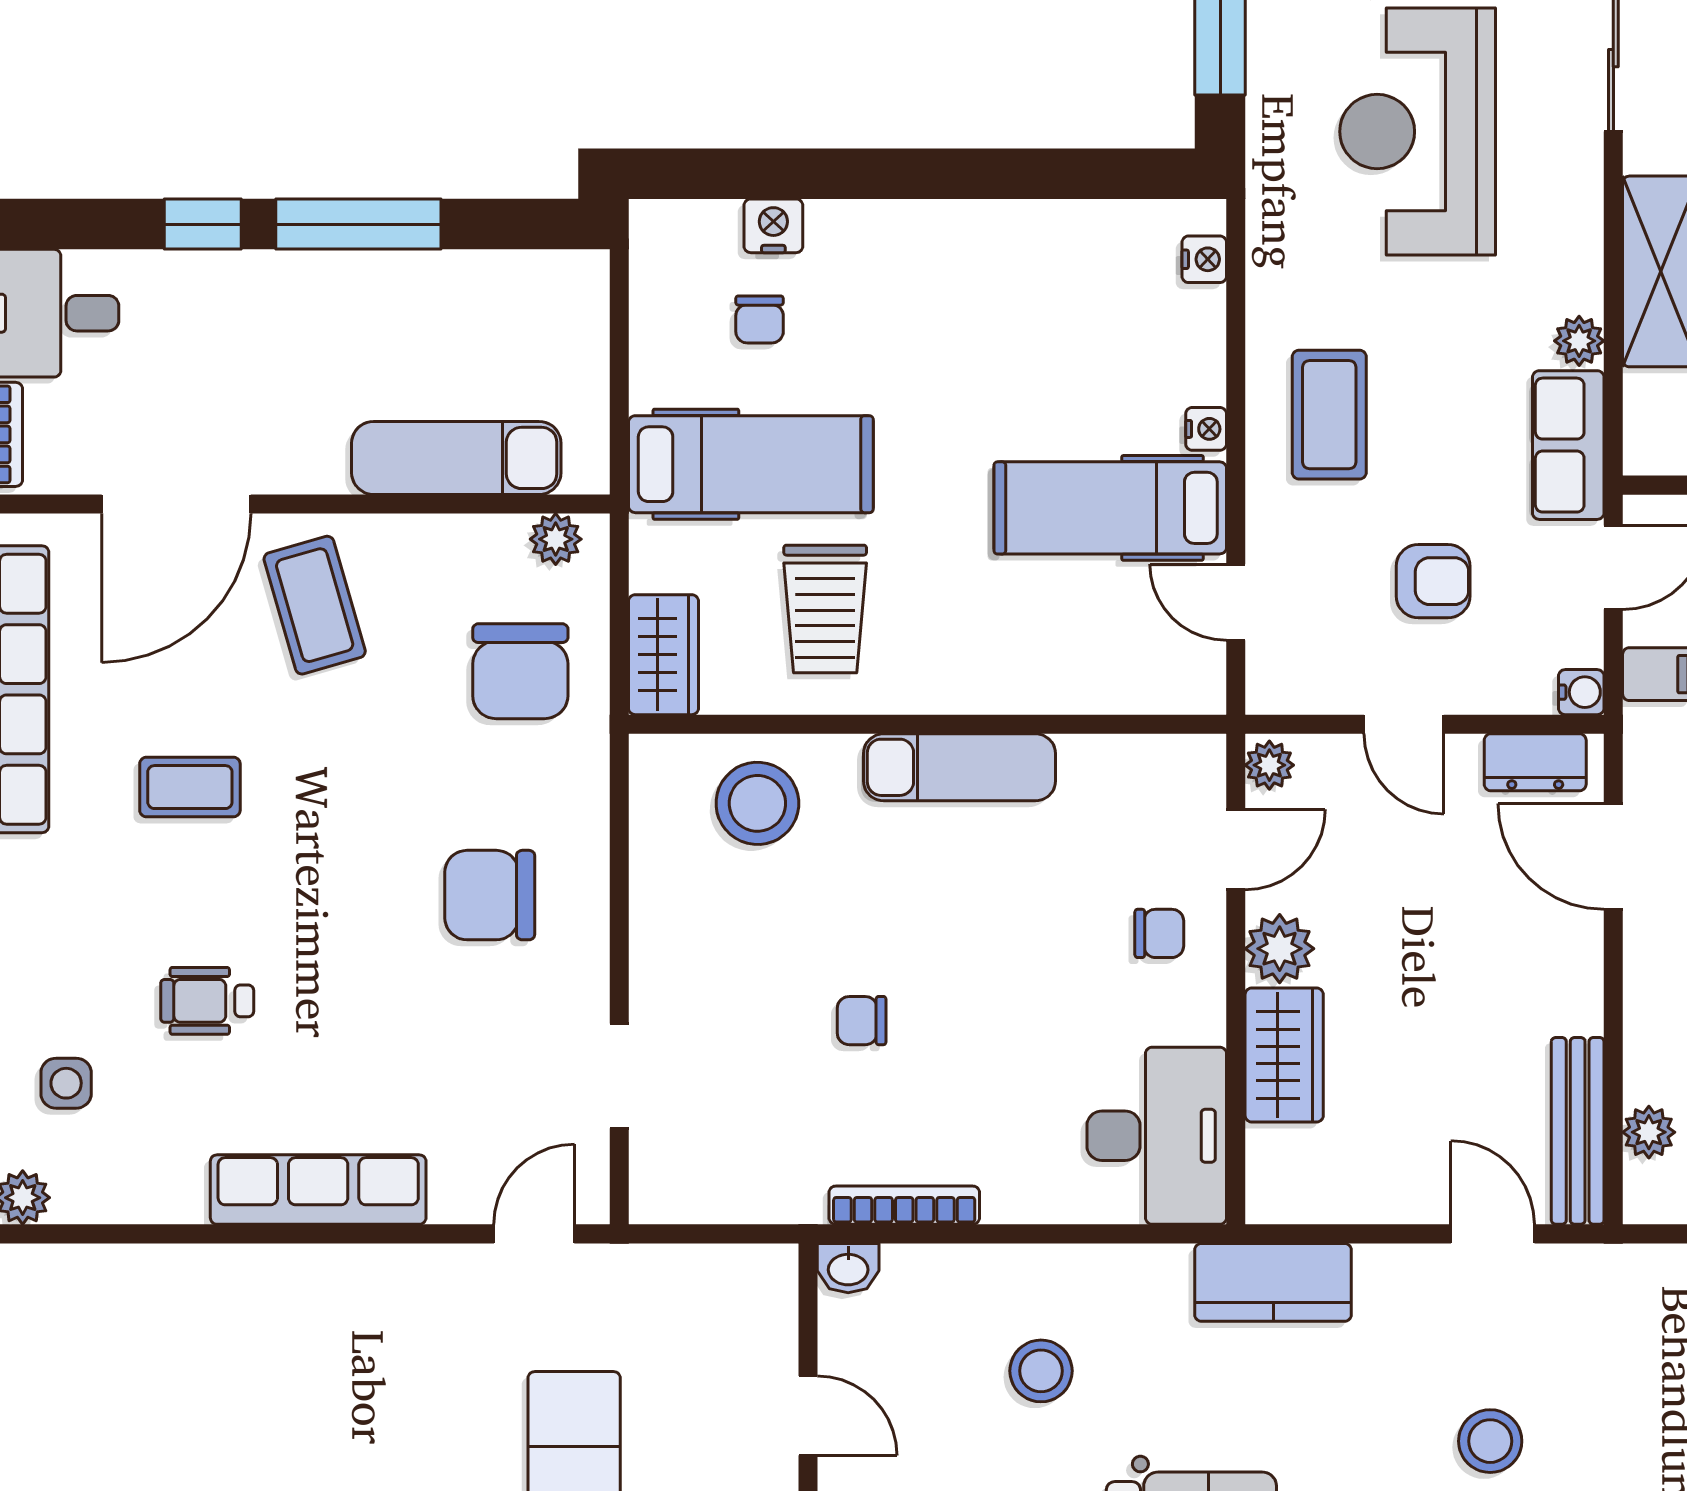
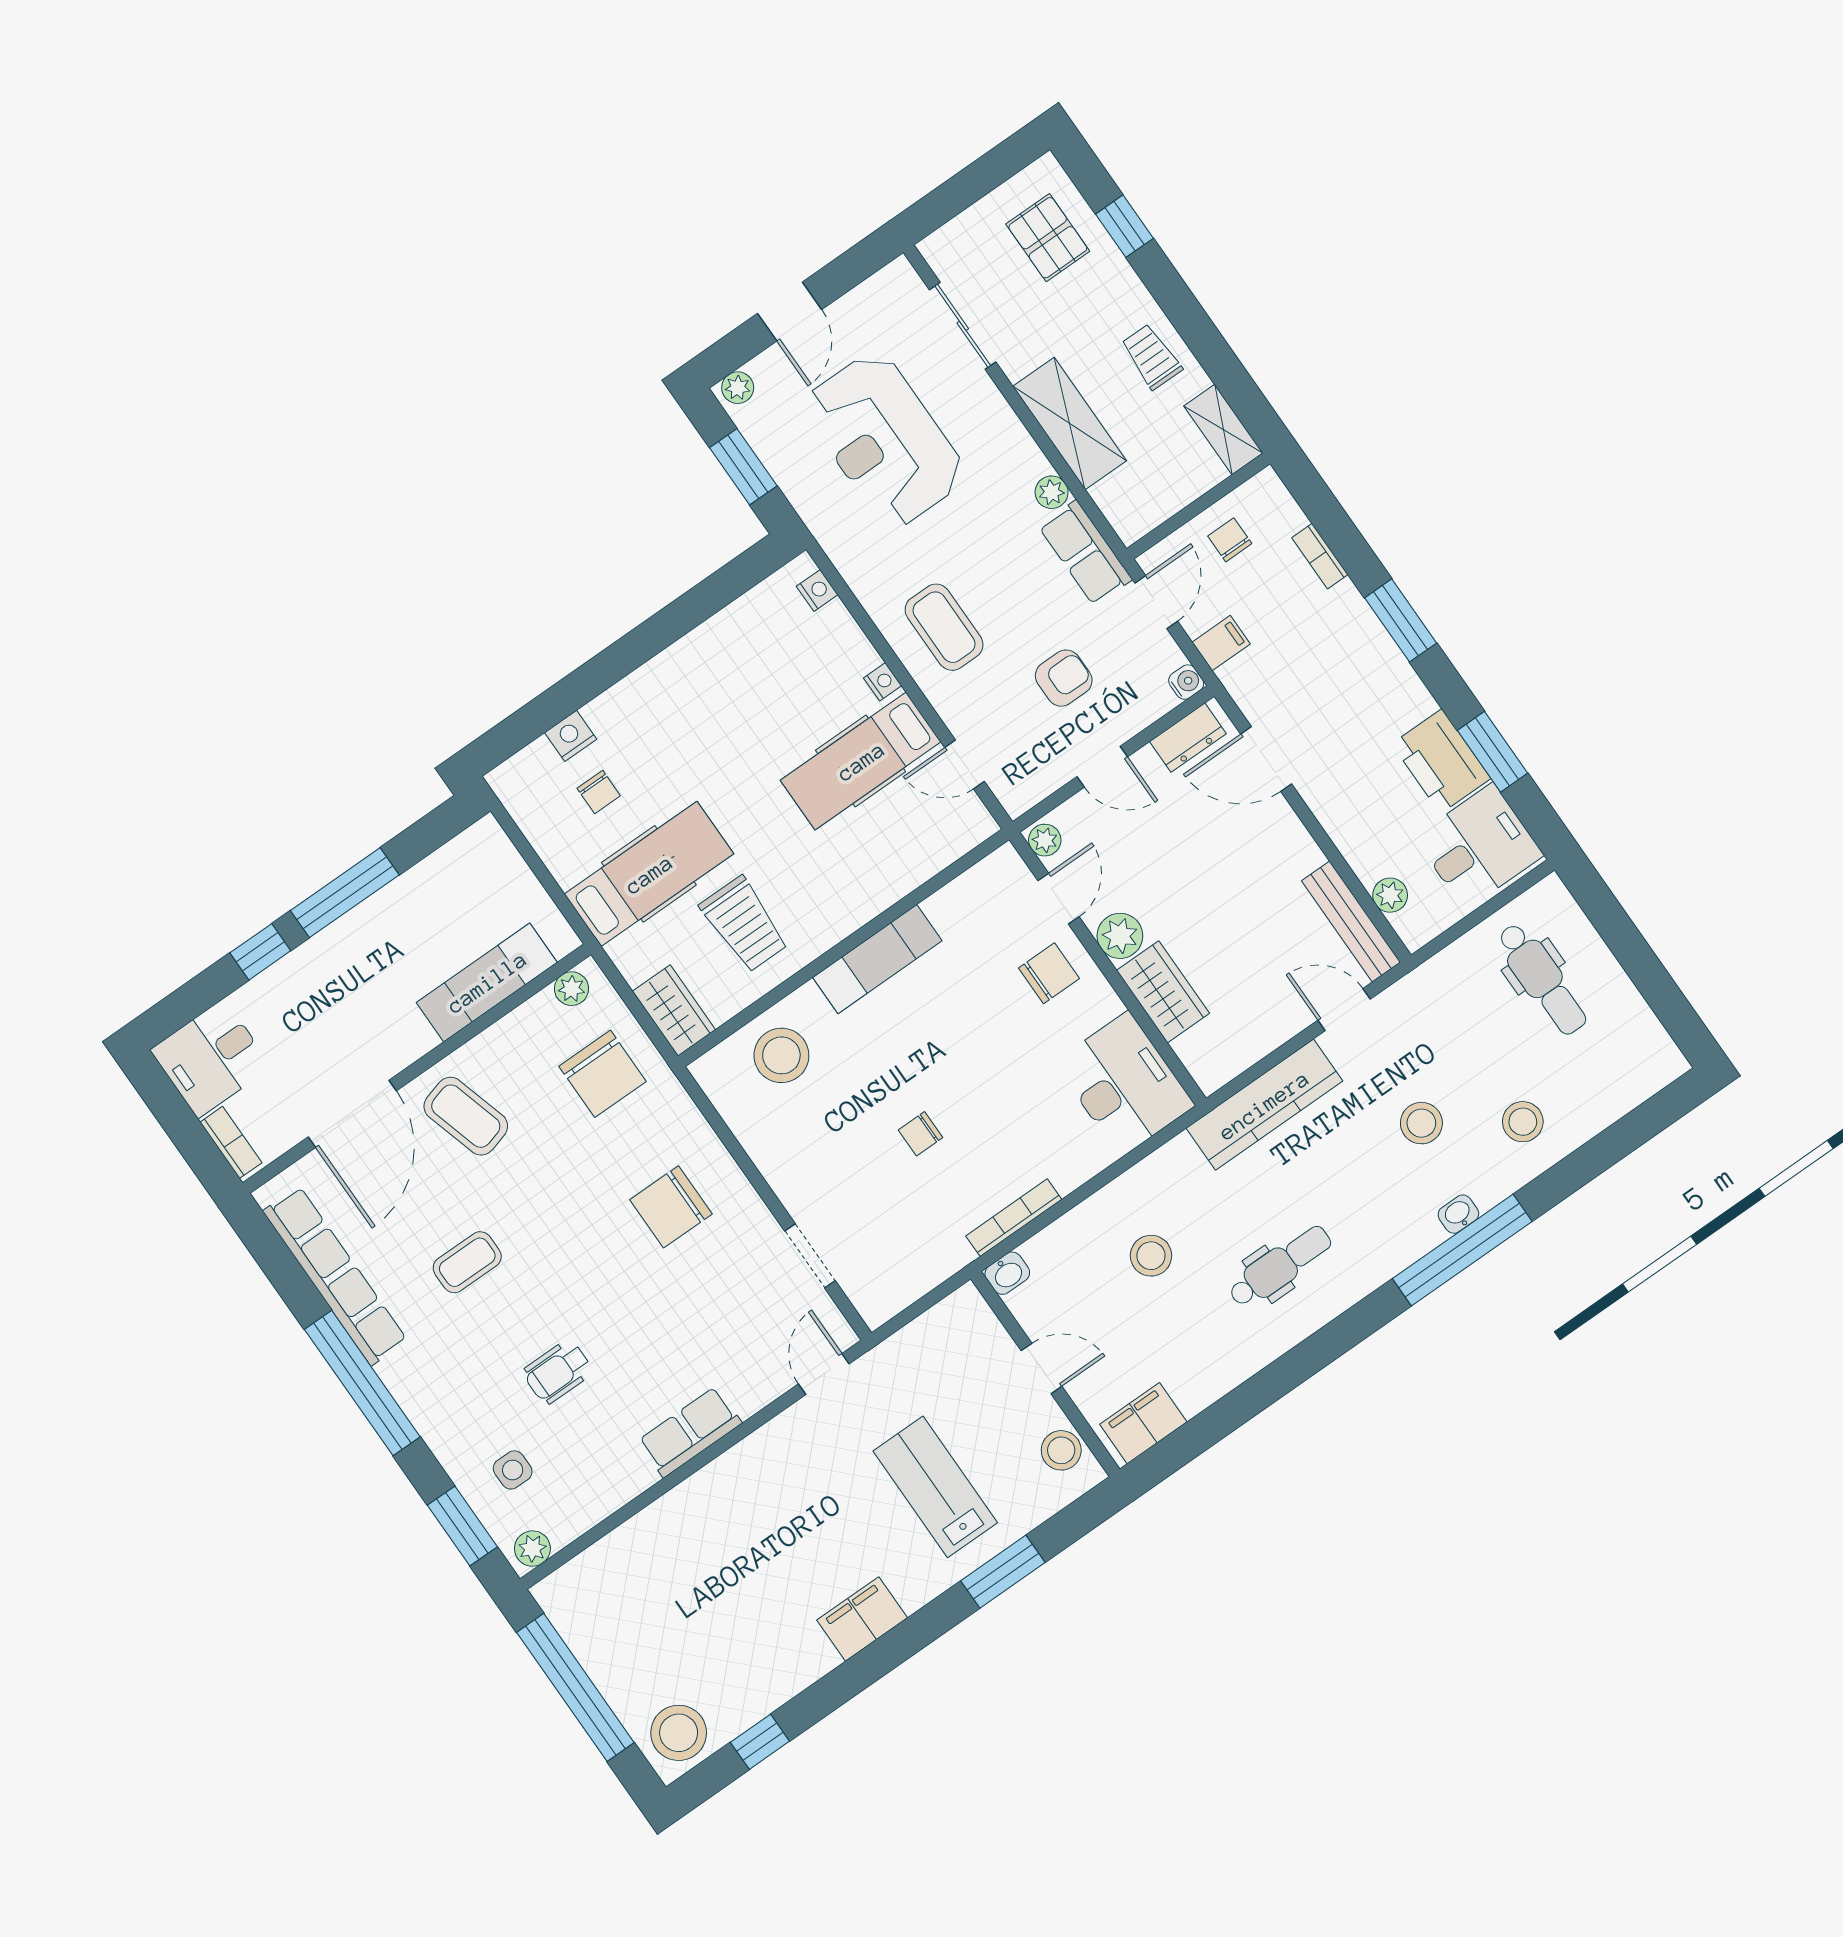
chair: (1159, 933) -> (1049, 973), width x1.37, depth x1.37
row of seats: (318, 1190) -> (690, 1432), width x0.68
kitchen counter: (1273, 1282) -> (1264, 1105), width x1.50

